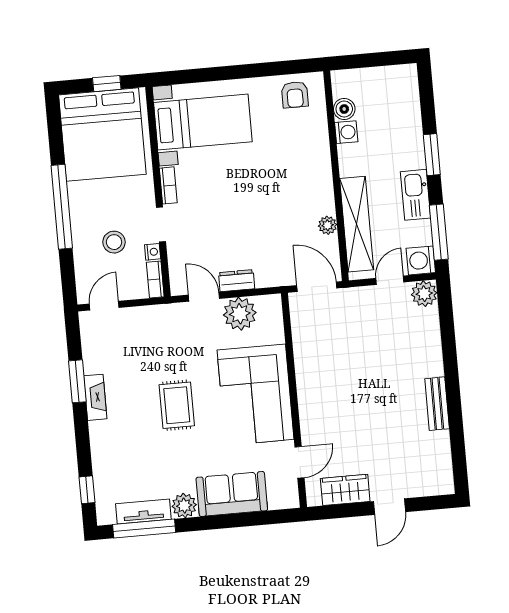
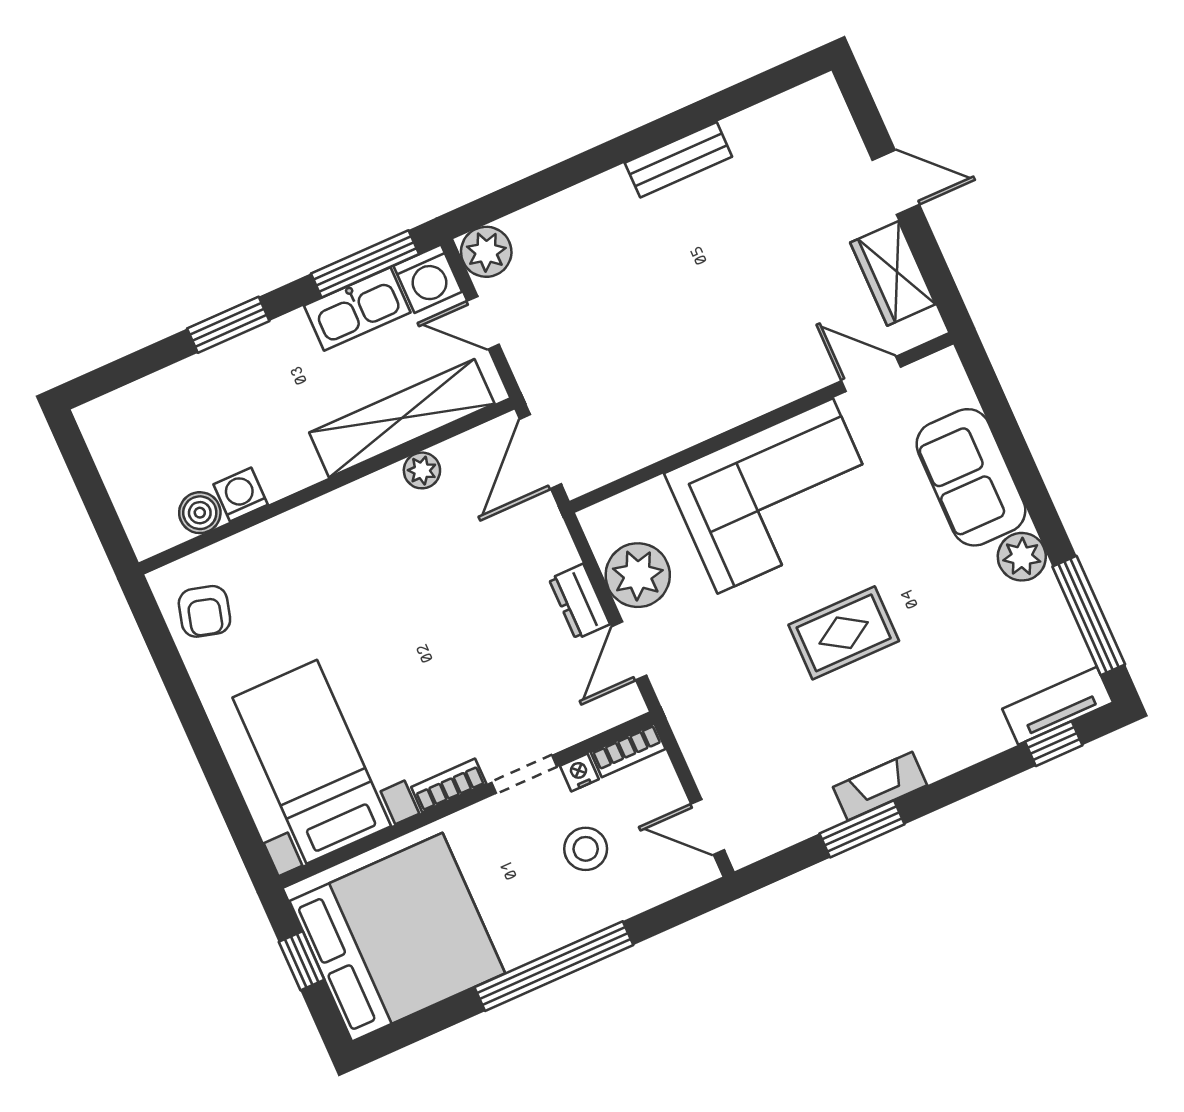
armchair: (295, 95) -> (204, 611), turned 105
kitchen sink: (415, 195) -> (357, 309), moved
tv unit: (143, 511) -> (1058, 706), moved, turned 90

